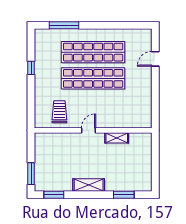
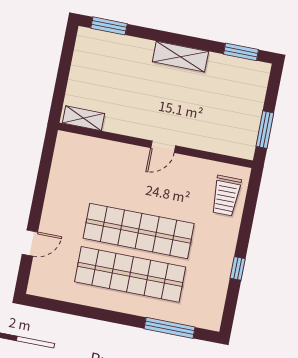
trolley: (59, 112) -> (226, 196), moved
shelving: (117, 138) -> (84, 118), moved
window: (31, 174) -> (265, 130), moved
window: (124, 195) -> (109, 26), moved

